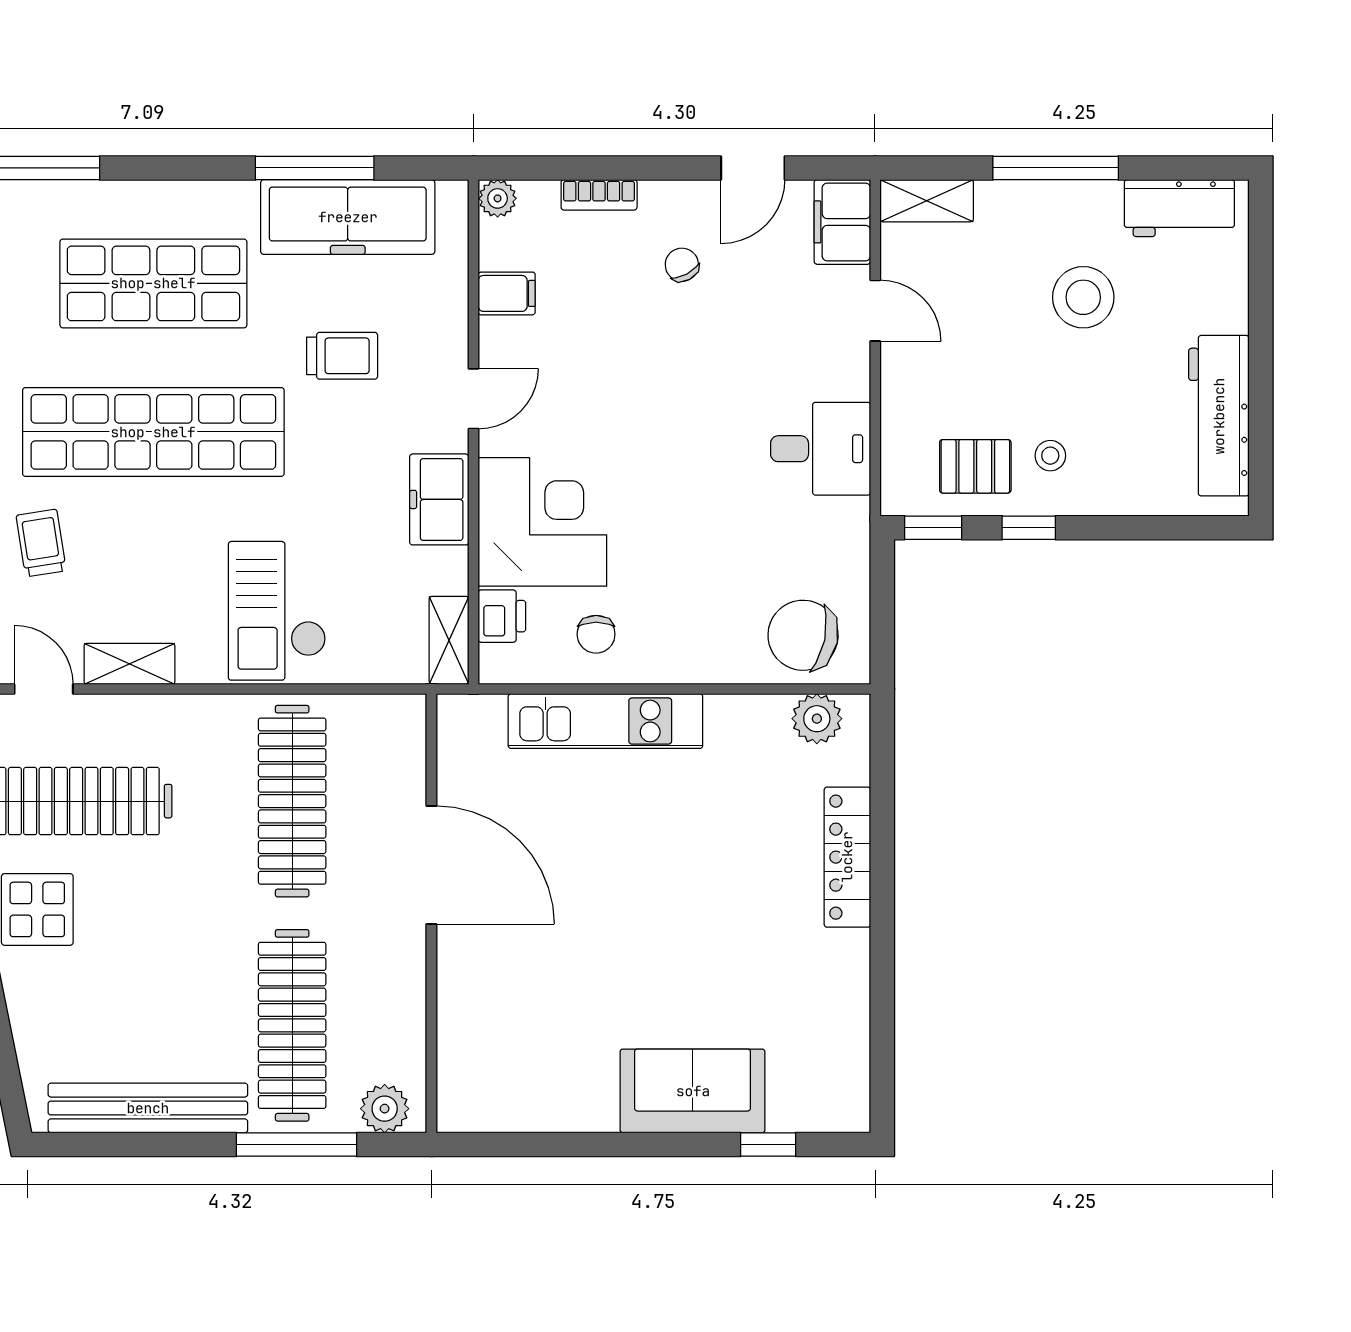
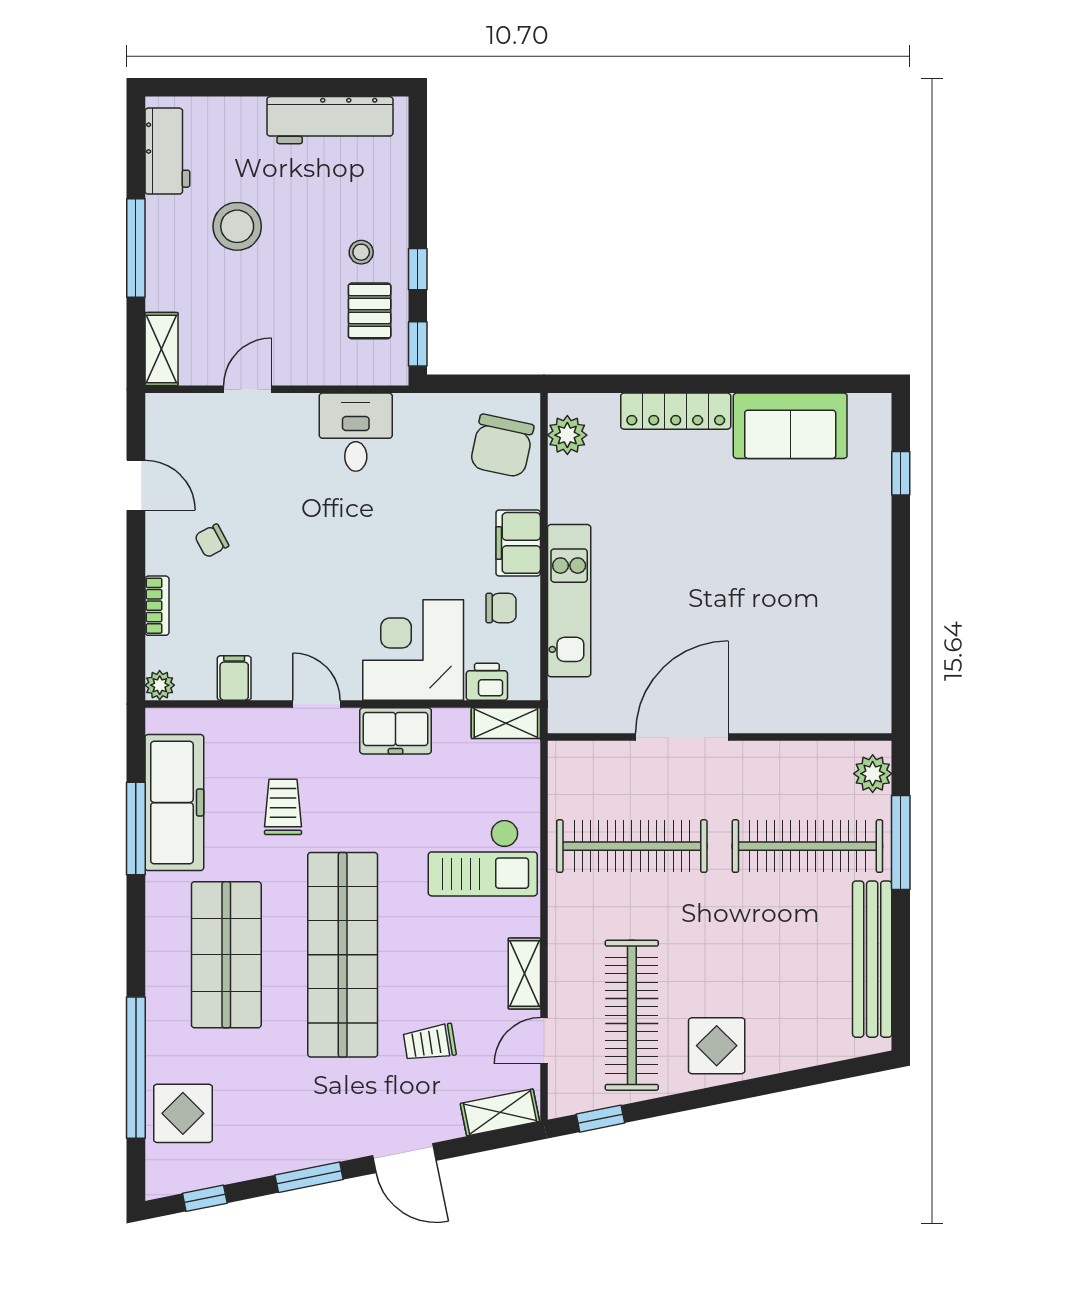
filing cabinet: (842, 222) -> (518, 543), moved, turned 90
sofa: (693, 1091) -> (790, 426), moved, turned -90

